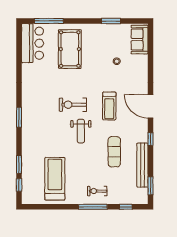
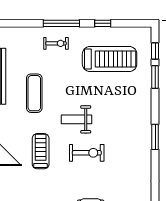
weight bench: (81, 131) -> (77, 119), turned -90
treadmill: (55, 179) -> (110, 59), turned -90
window: (126, 207) -> (103, 23), moved

